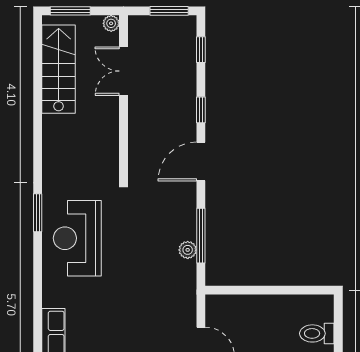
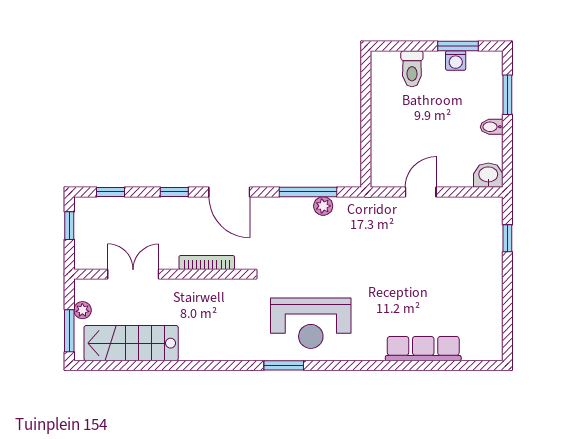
window: (169, 11) -> (69, 226), width x0.67
plant: (111, 23) -> (82, 310), moved
double door: (123, 71) -> (133, 274), swing flipped
bookcase: (134, 140) -> (207, 262), added

